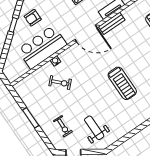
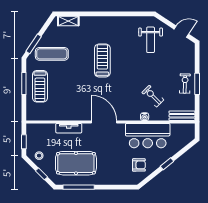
bench: (112, 23) -> (182, 116), moved
window: (13, 25) -> (167, 164), moved
exercise bike: (63, 126) -> (185, 84), moved

